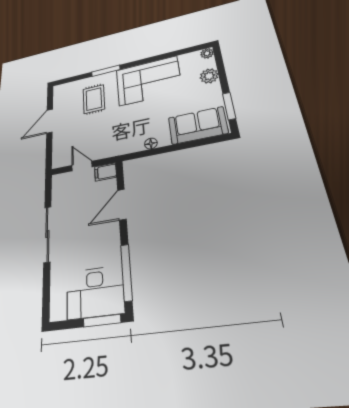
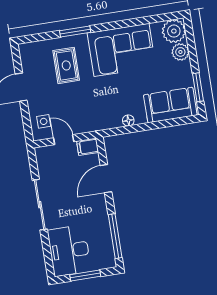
plant: (207, 53) -> (174, 31), width x1.88, depth x1.88
side table: (65, 150) -> (44, 121), added
desk: (95, 292) -> (69, 251), moved, turned 90
window: (102, 321) -> (85, 275), moved

